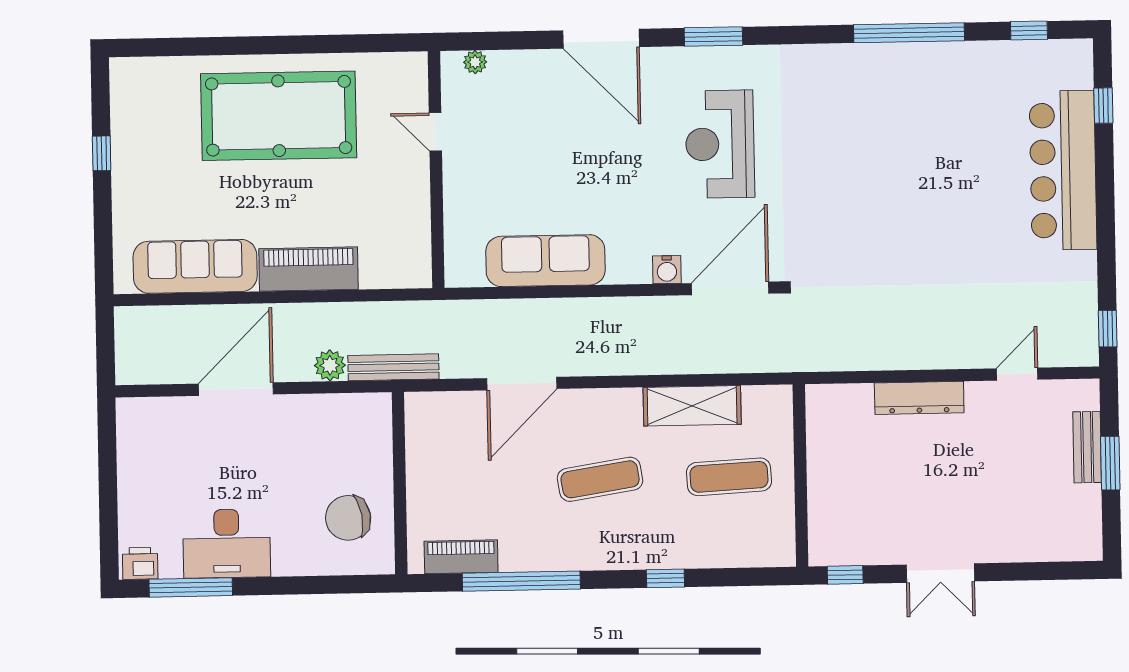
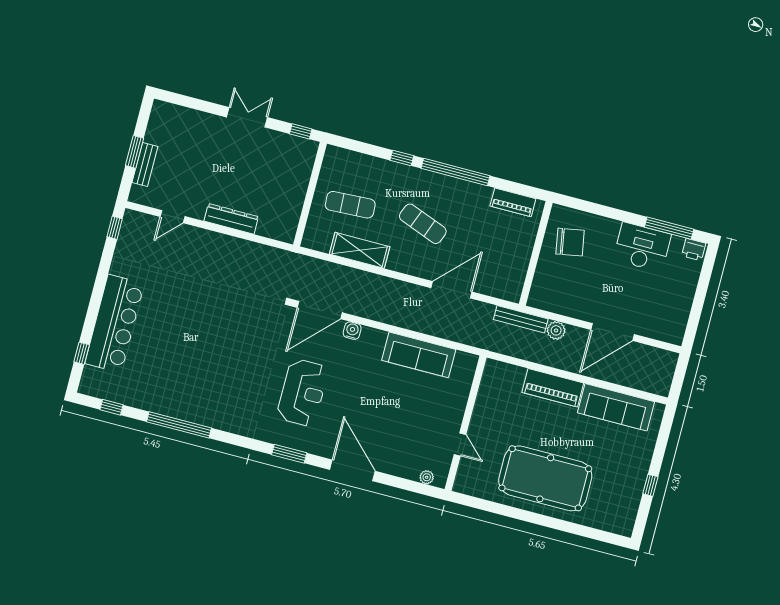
exercise mat: (600, 479) -> (423, 224), turned 30
window: (521, 581) -> (455, 172), moved

